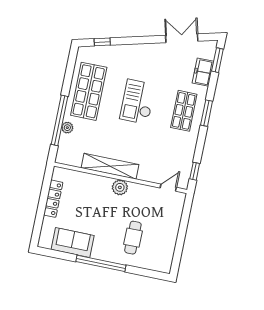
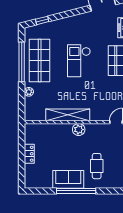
window: (59, 120) -> (22, 62), moved
locker: (53, 199) -> (29, 154), width x0.66
sofa: (73, 242) -> (68, 179), moved

